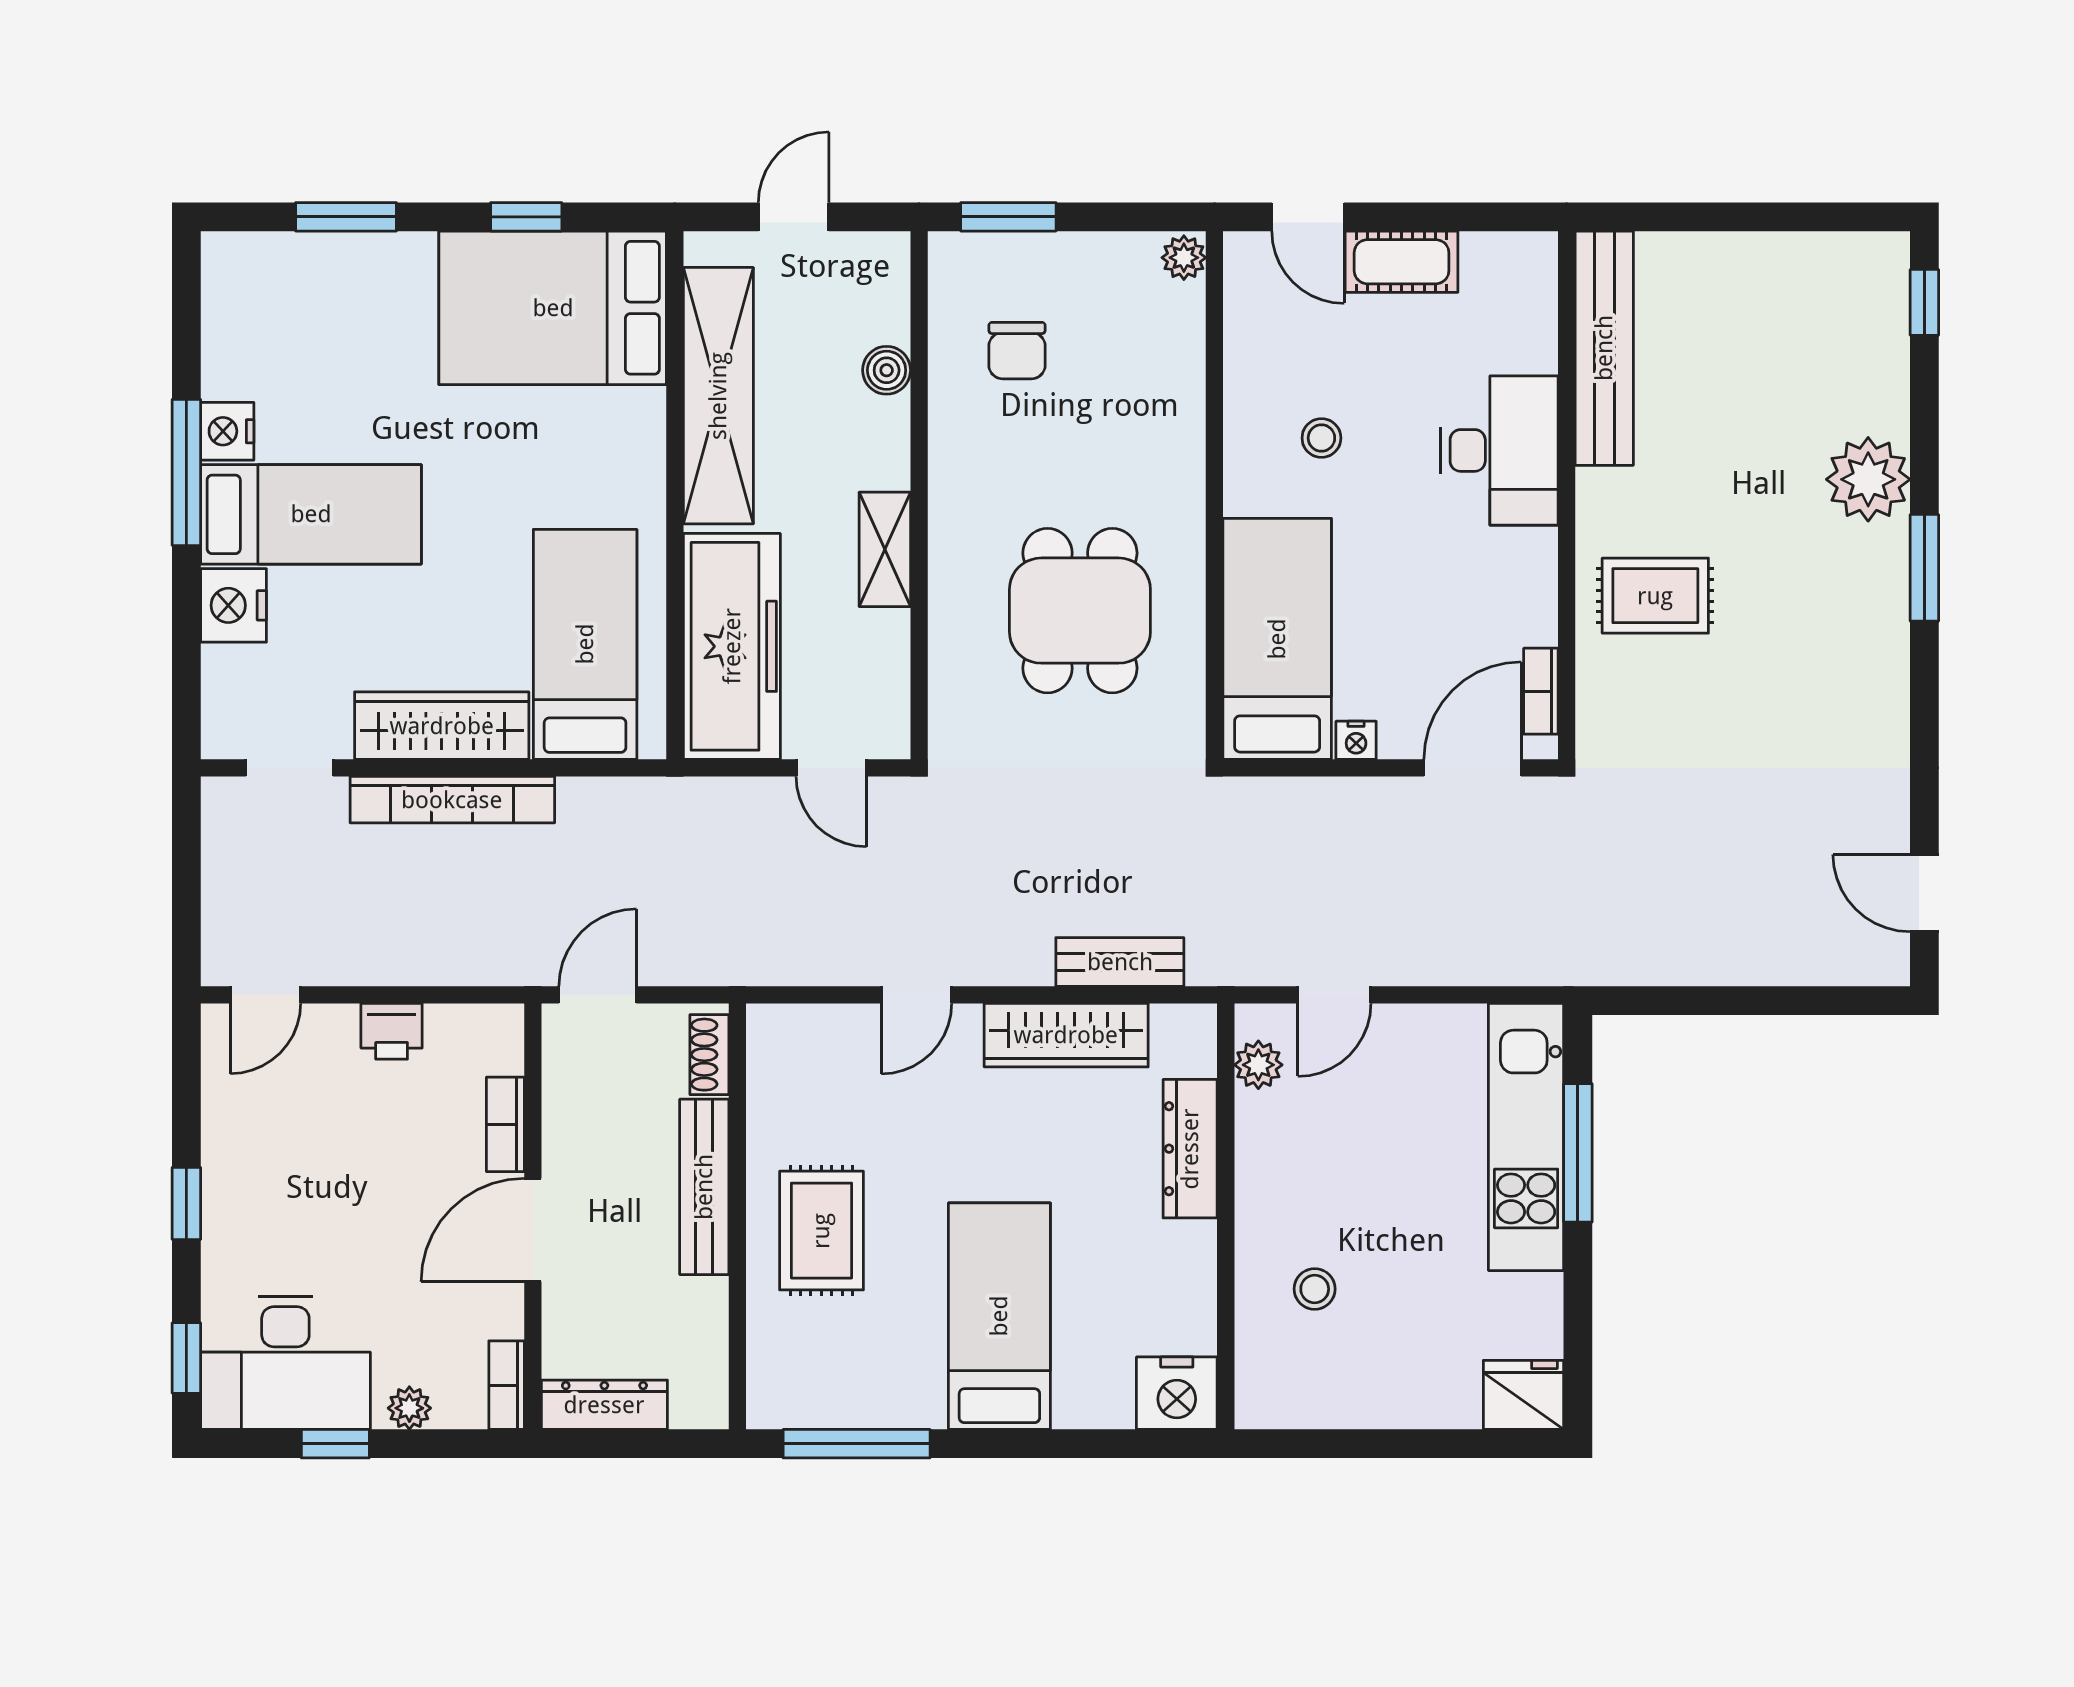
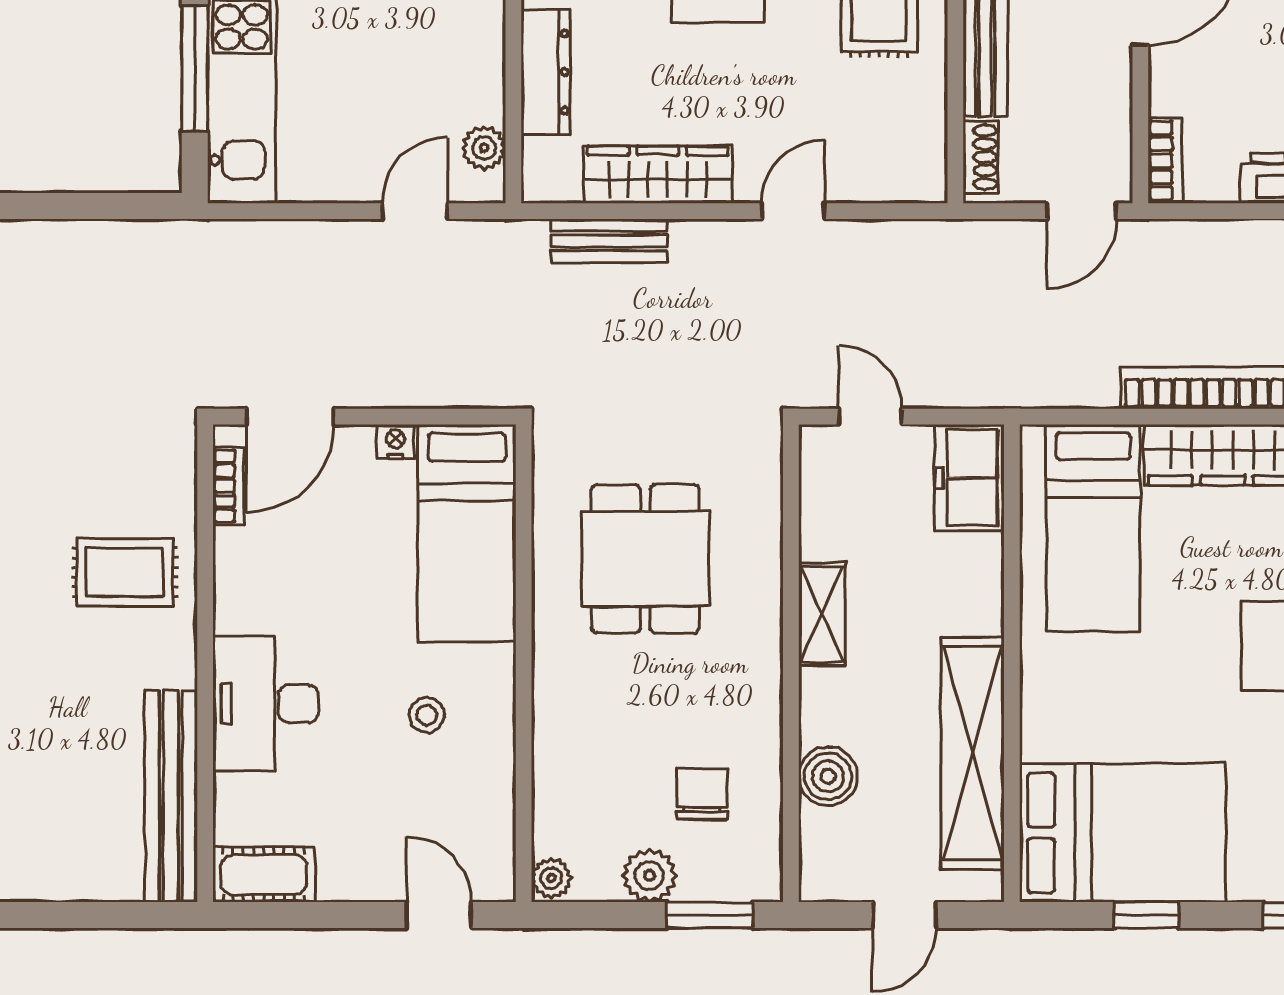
plant: (1076, 261) -> (649, 876), added
cot: (1402, 262) -> (264, 874), moved
boiler: (887, 370) -> (828, 776), width x1.36, depth x1.36
freezer: (732, 646) -> (969, 478), width x0.52, depth x0.79
bookcase: (505, 1124) -> (1165, 161), moved

